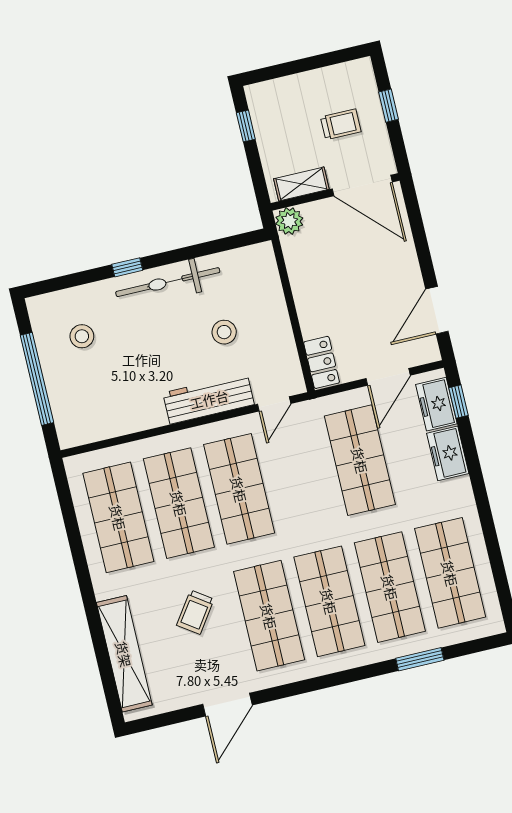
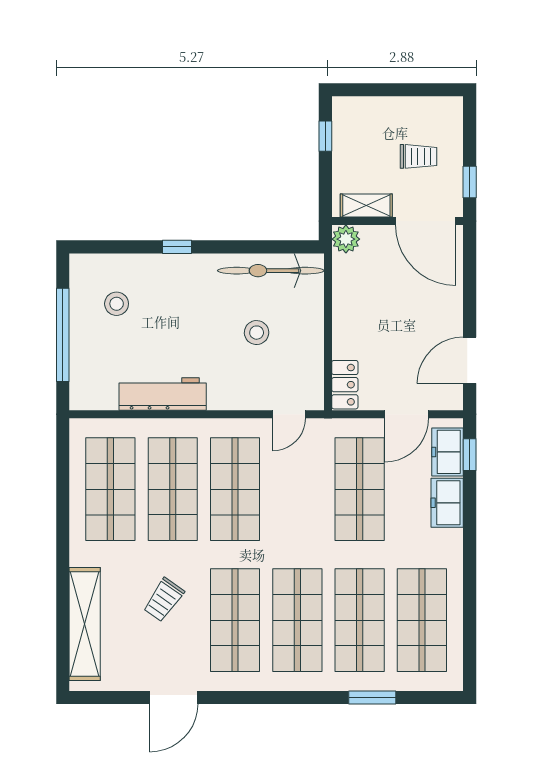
window: (389, 106) -> (470, 182), moved
bicycle: (168, 282) -> (271, 271), moved
workbench: (209, 399) -> (163, 394), moved

